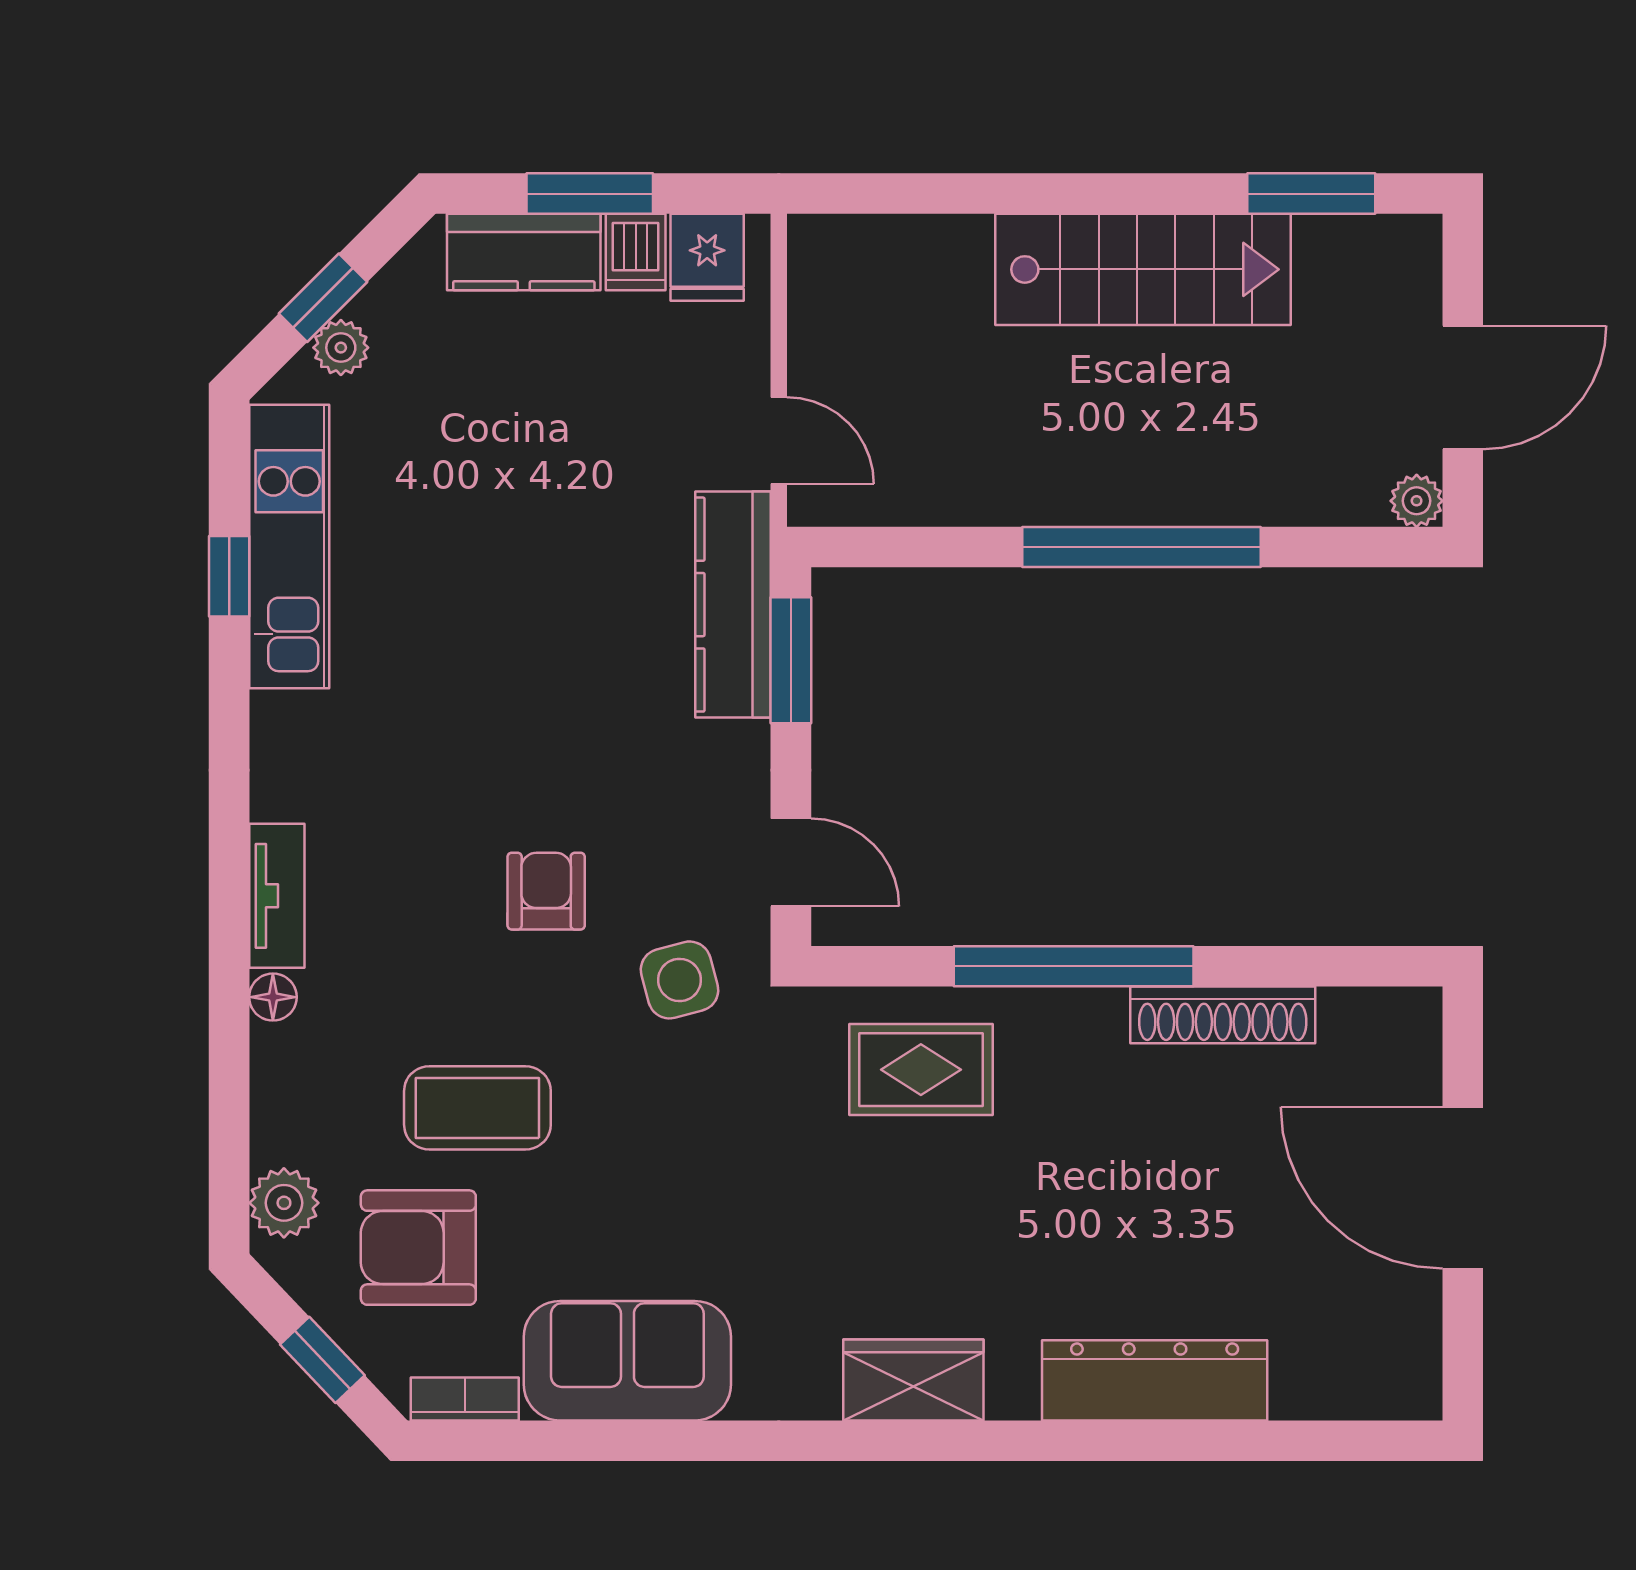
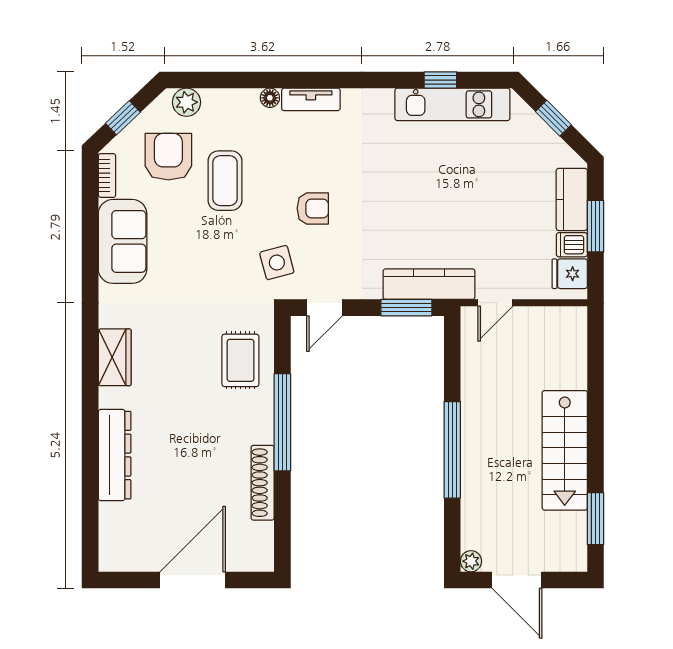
plant: (341, 348) -> (533, 125), removed

